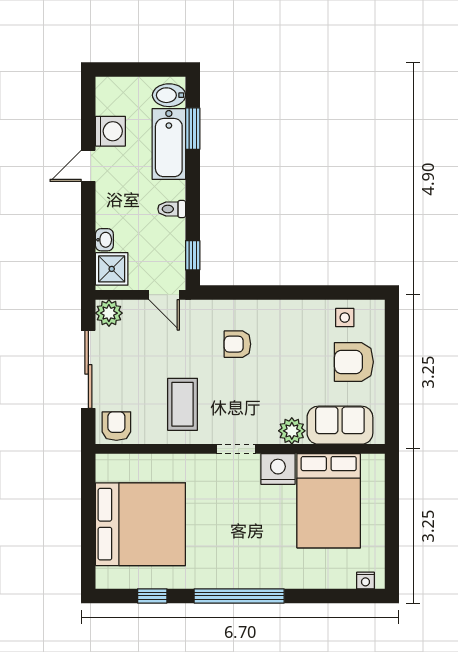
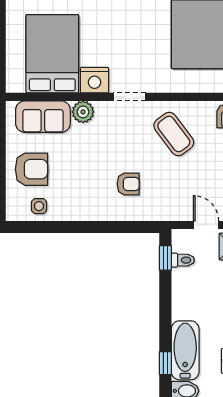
window: (193, 129) -> (165, 363), width x0.67
toilet: (172, 209) -> (183, 260), moved
door: (164, 295) -> (206, 225), moved
coffee table: (183, 404) -> (174, 134), turned -37

